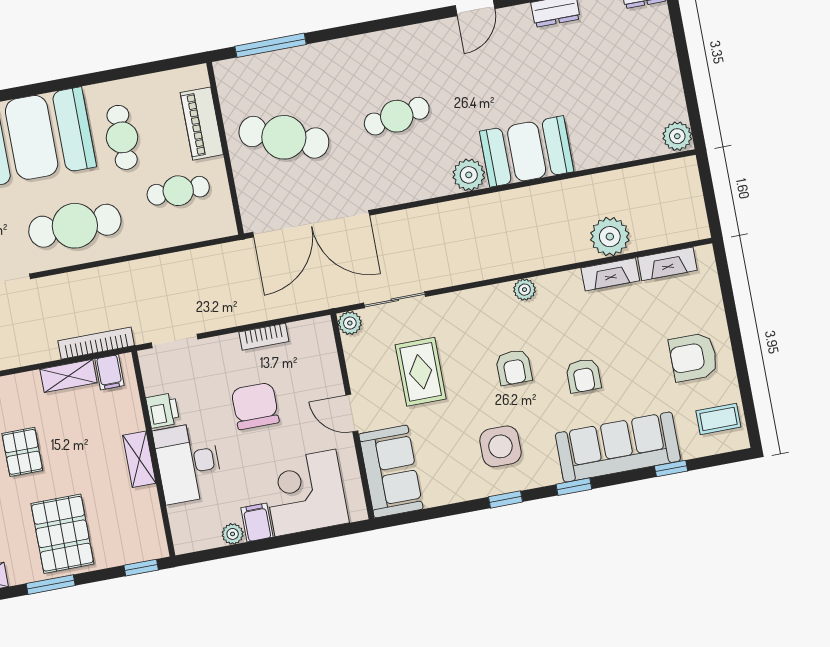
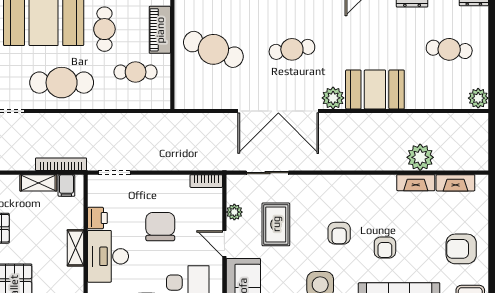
cafe table: (622, 74) -> (449, 49), added
double door: (311, 224) -> (278, 111), moved
plant: (525, 290) -> (356, 182), removed
plant: (350, 323) -> (234, 212), moved
bookcase: (264, 337) -> (206, 181), moved

